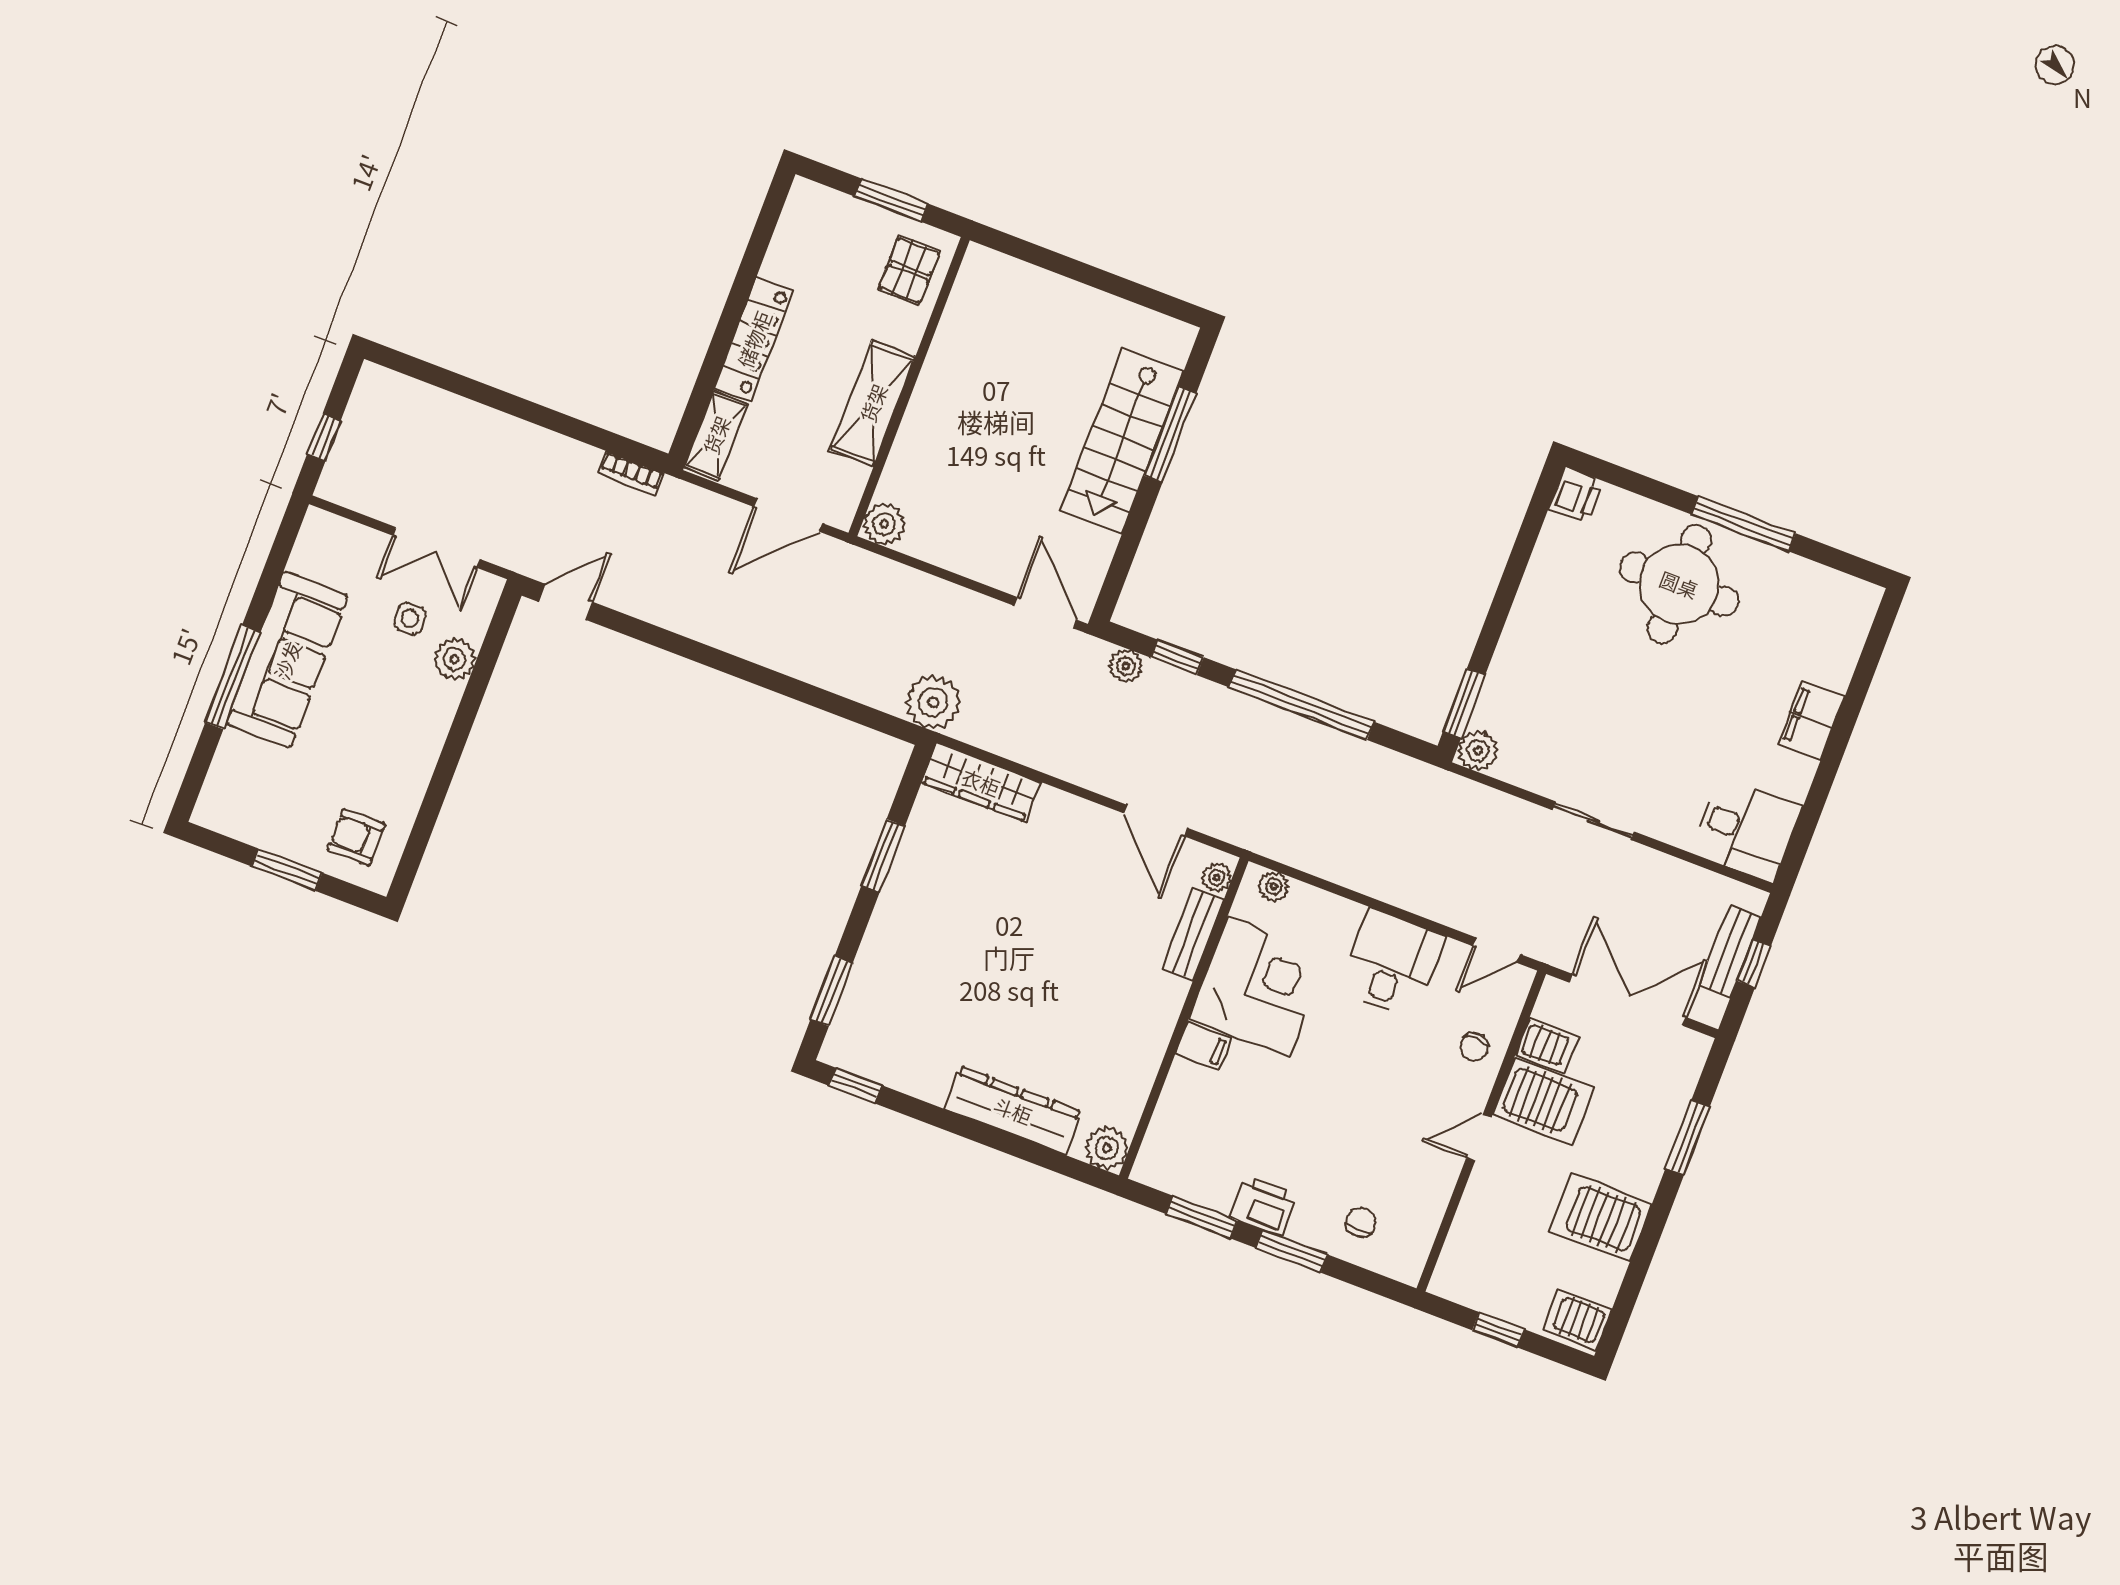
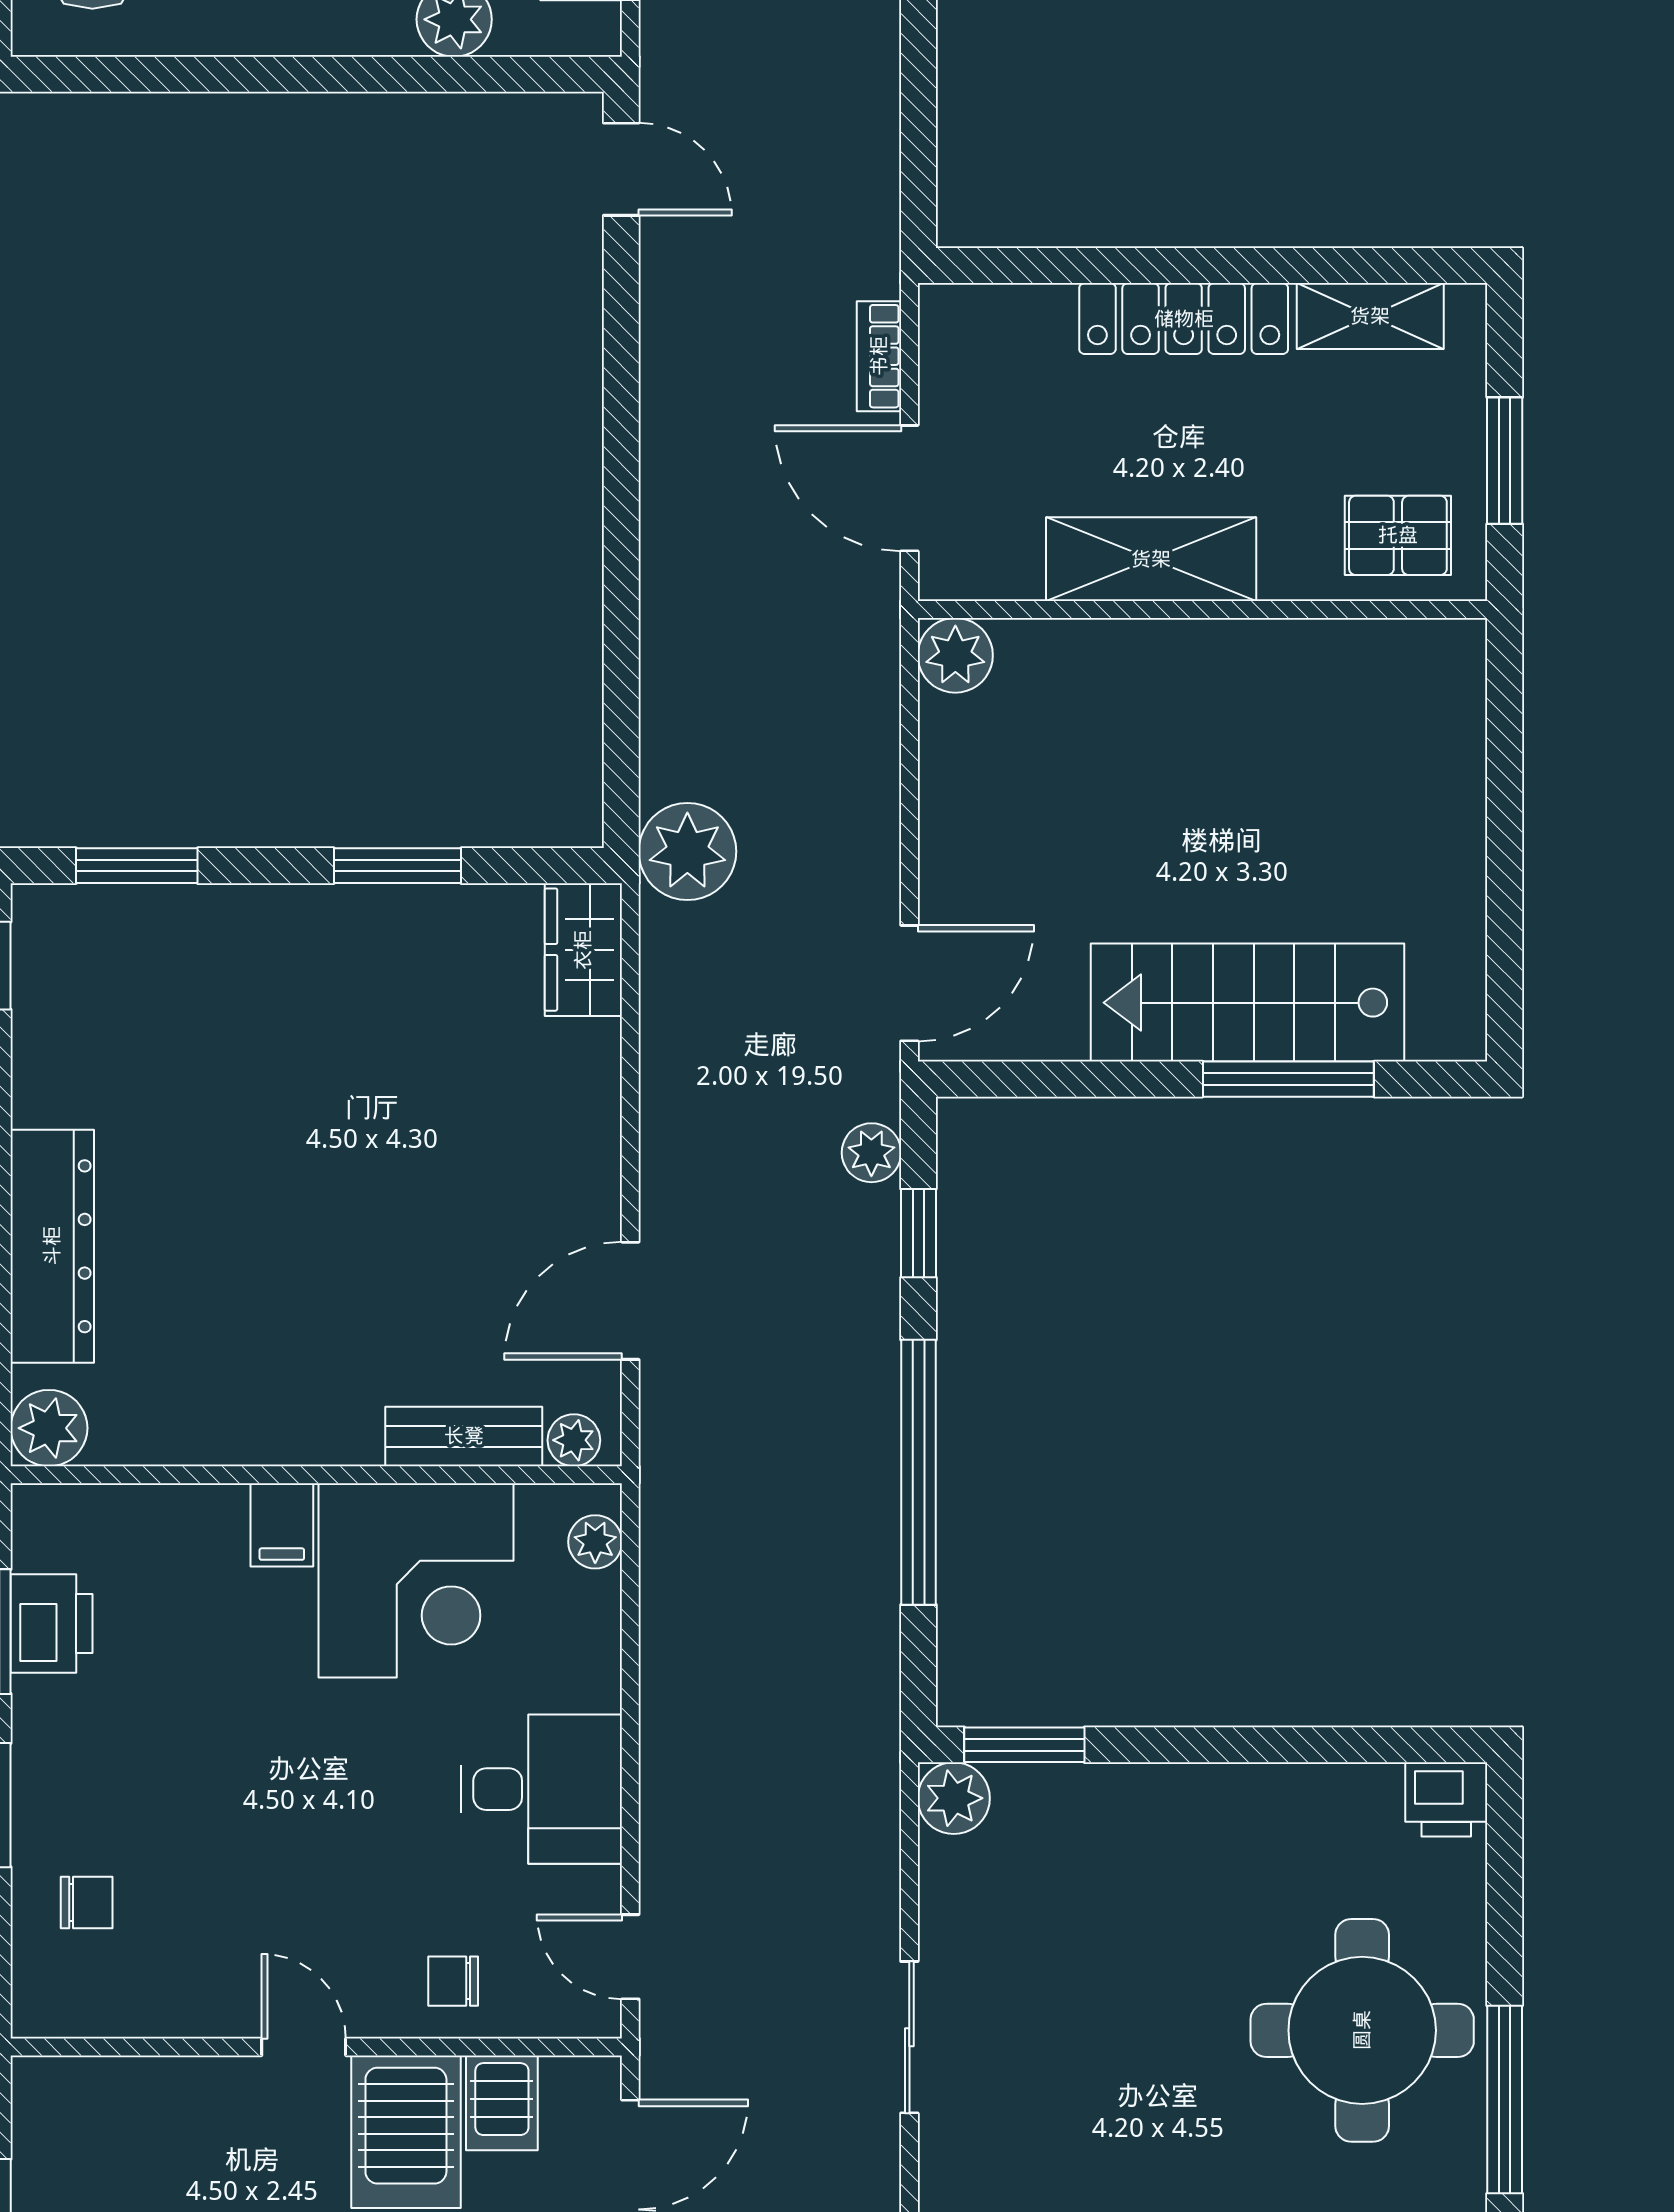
shelving: (716, 435) -> (1370, 316), moved
bookcase: (631, 473) -> (879, 356), moved
wardrobe: (981, 782) -> (583, 950), width x0.67
printer: (1263, 1206) -> (52, 1624), moved

